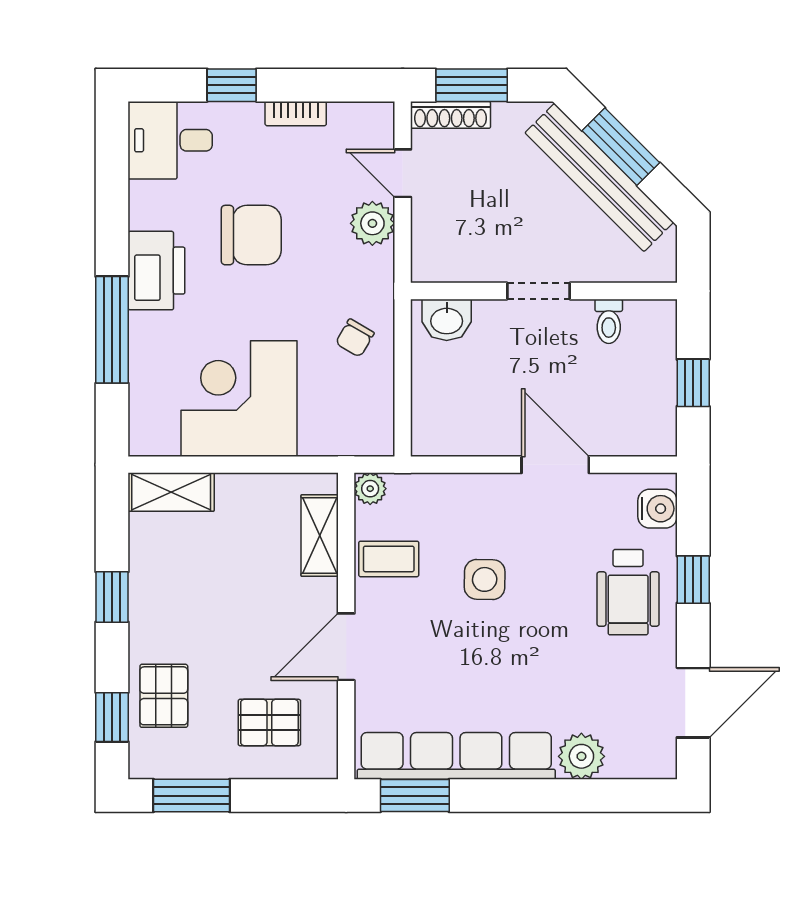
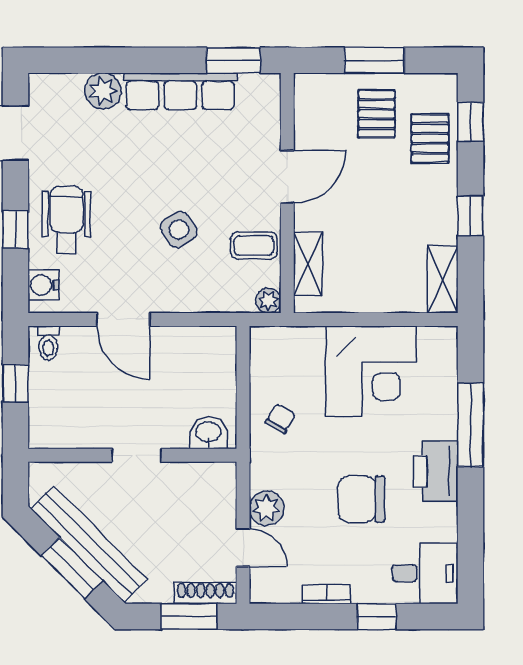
toilet: (609, 321) -> (48, 343), moved, turned 180
shelving: (171, 492) -> (443, 279), moved, turned 90
side table: (485, 579) -> (179, 229), turned -35
pallet: (269, 723) -> (377, 114), moved, turned 90
row of seats: (456, 756) -> (180, 91), width x0.73
window: (191, 796) -> (374, 60), moved

